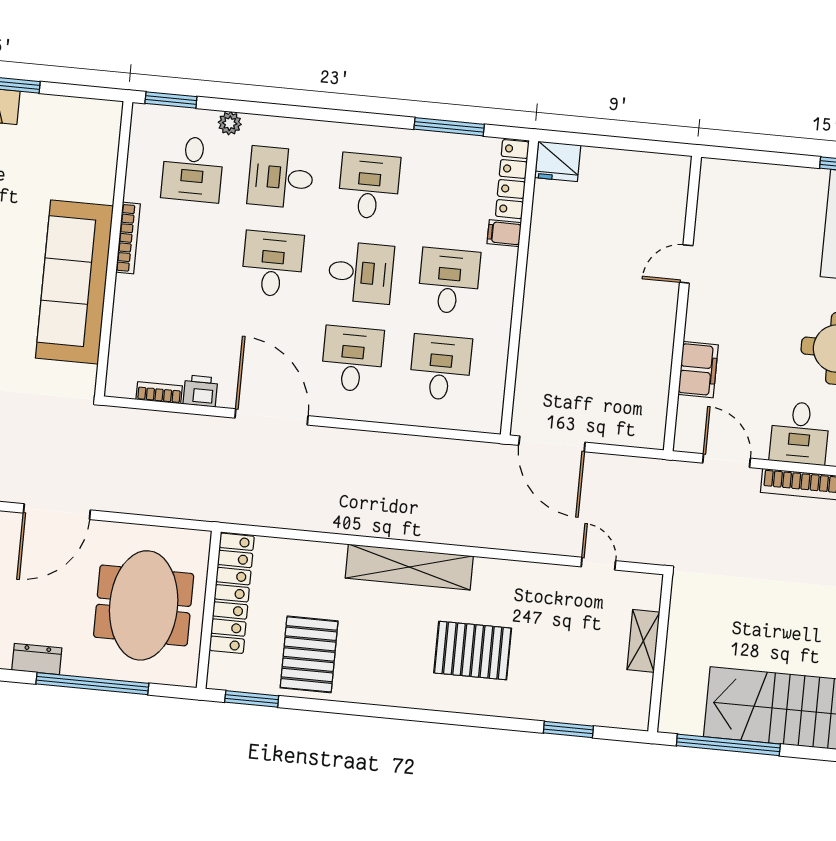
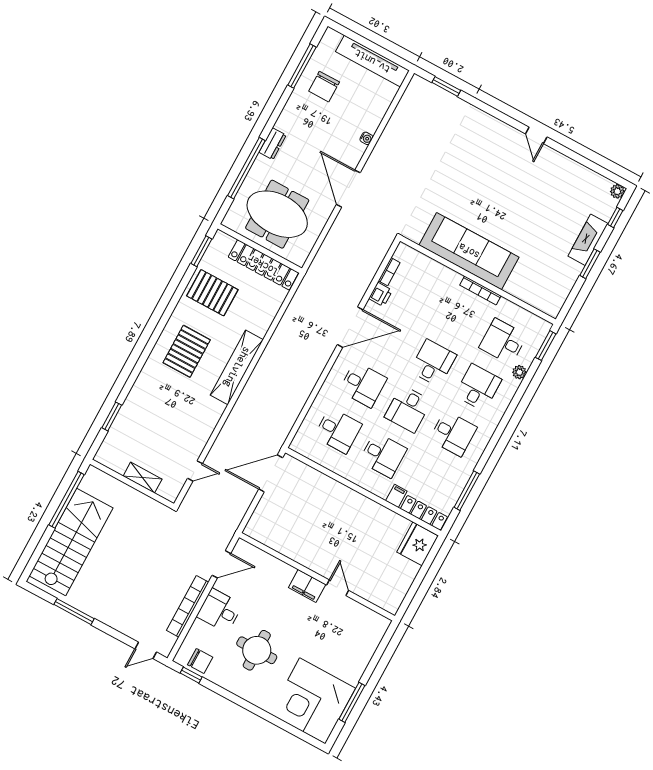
fridge: (558, 161) -> (418, 544), width x1.36, depth x1.34
desk: (272, 264) -> (433, 363), turned -90
filing cabinet: (698, 370) -> (307, 586), moved
pallet: (473, 651) -> (187, 351), moved

